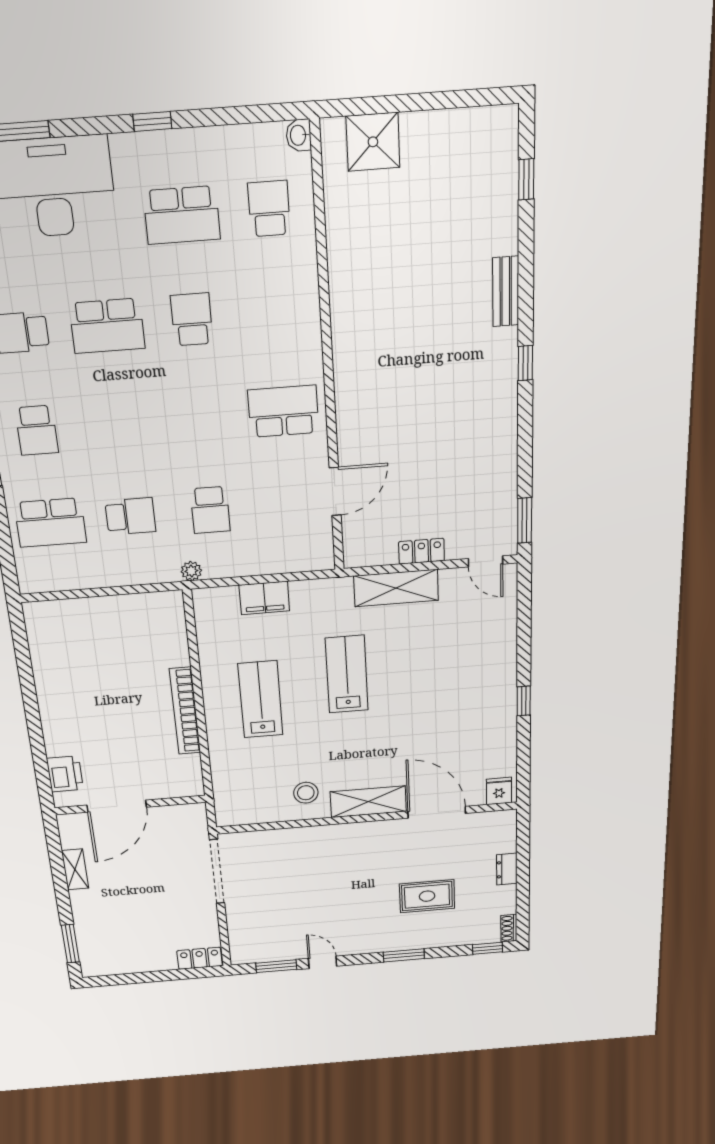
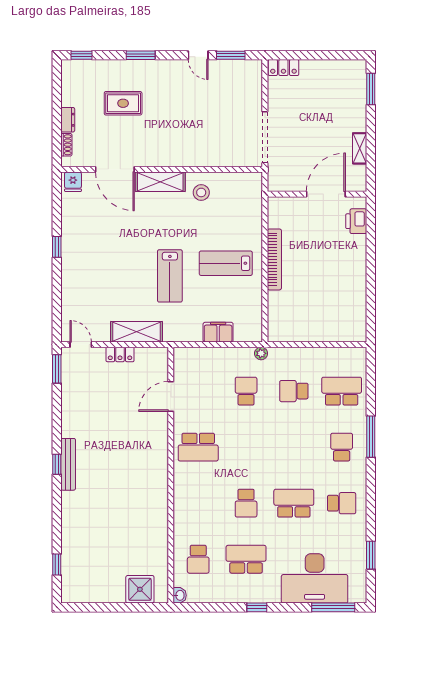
bench: (506, 291) -> (68, 464), moved, width x1.36
lab bench: (260, 699) -> (226, 263), turned 90
shoe rack: (509, 928) -> (66, 145), moved

